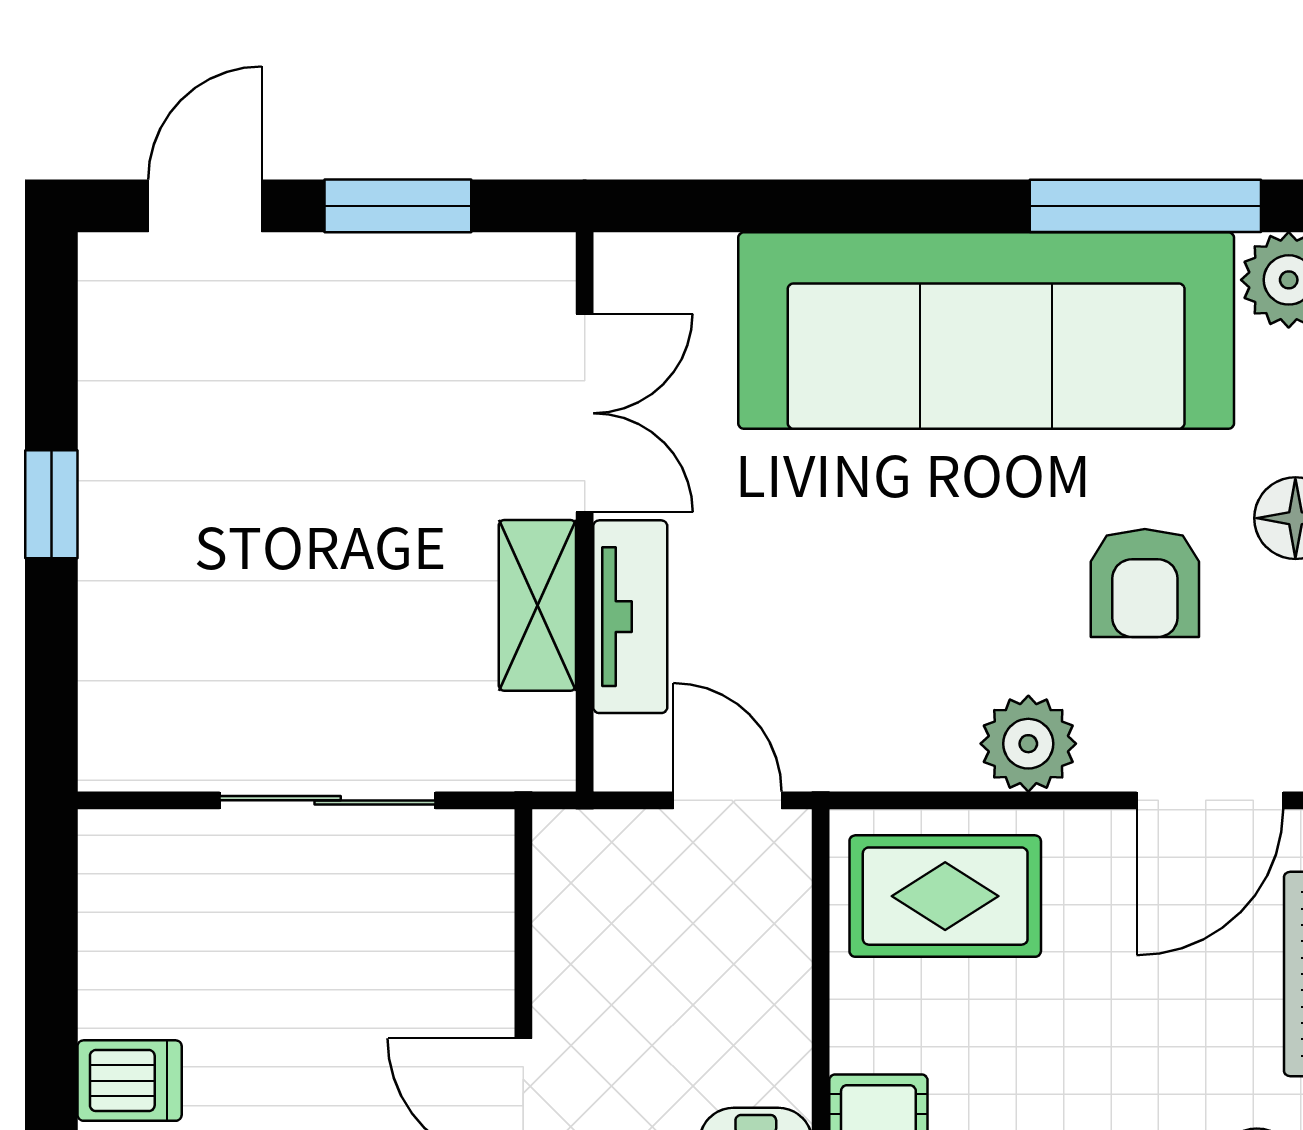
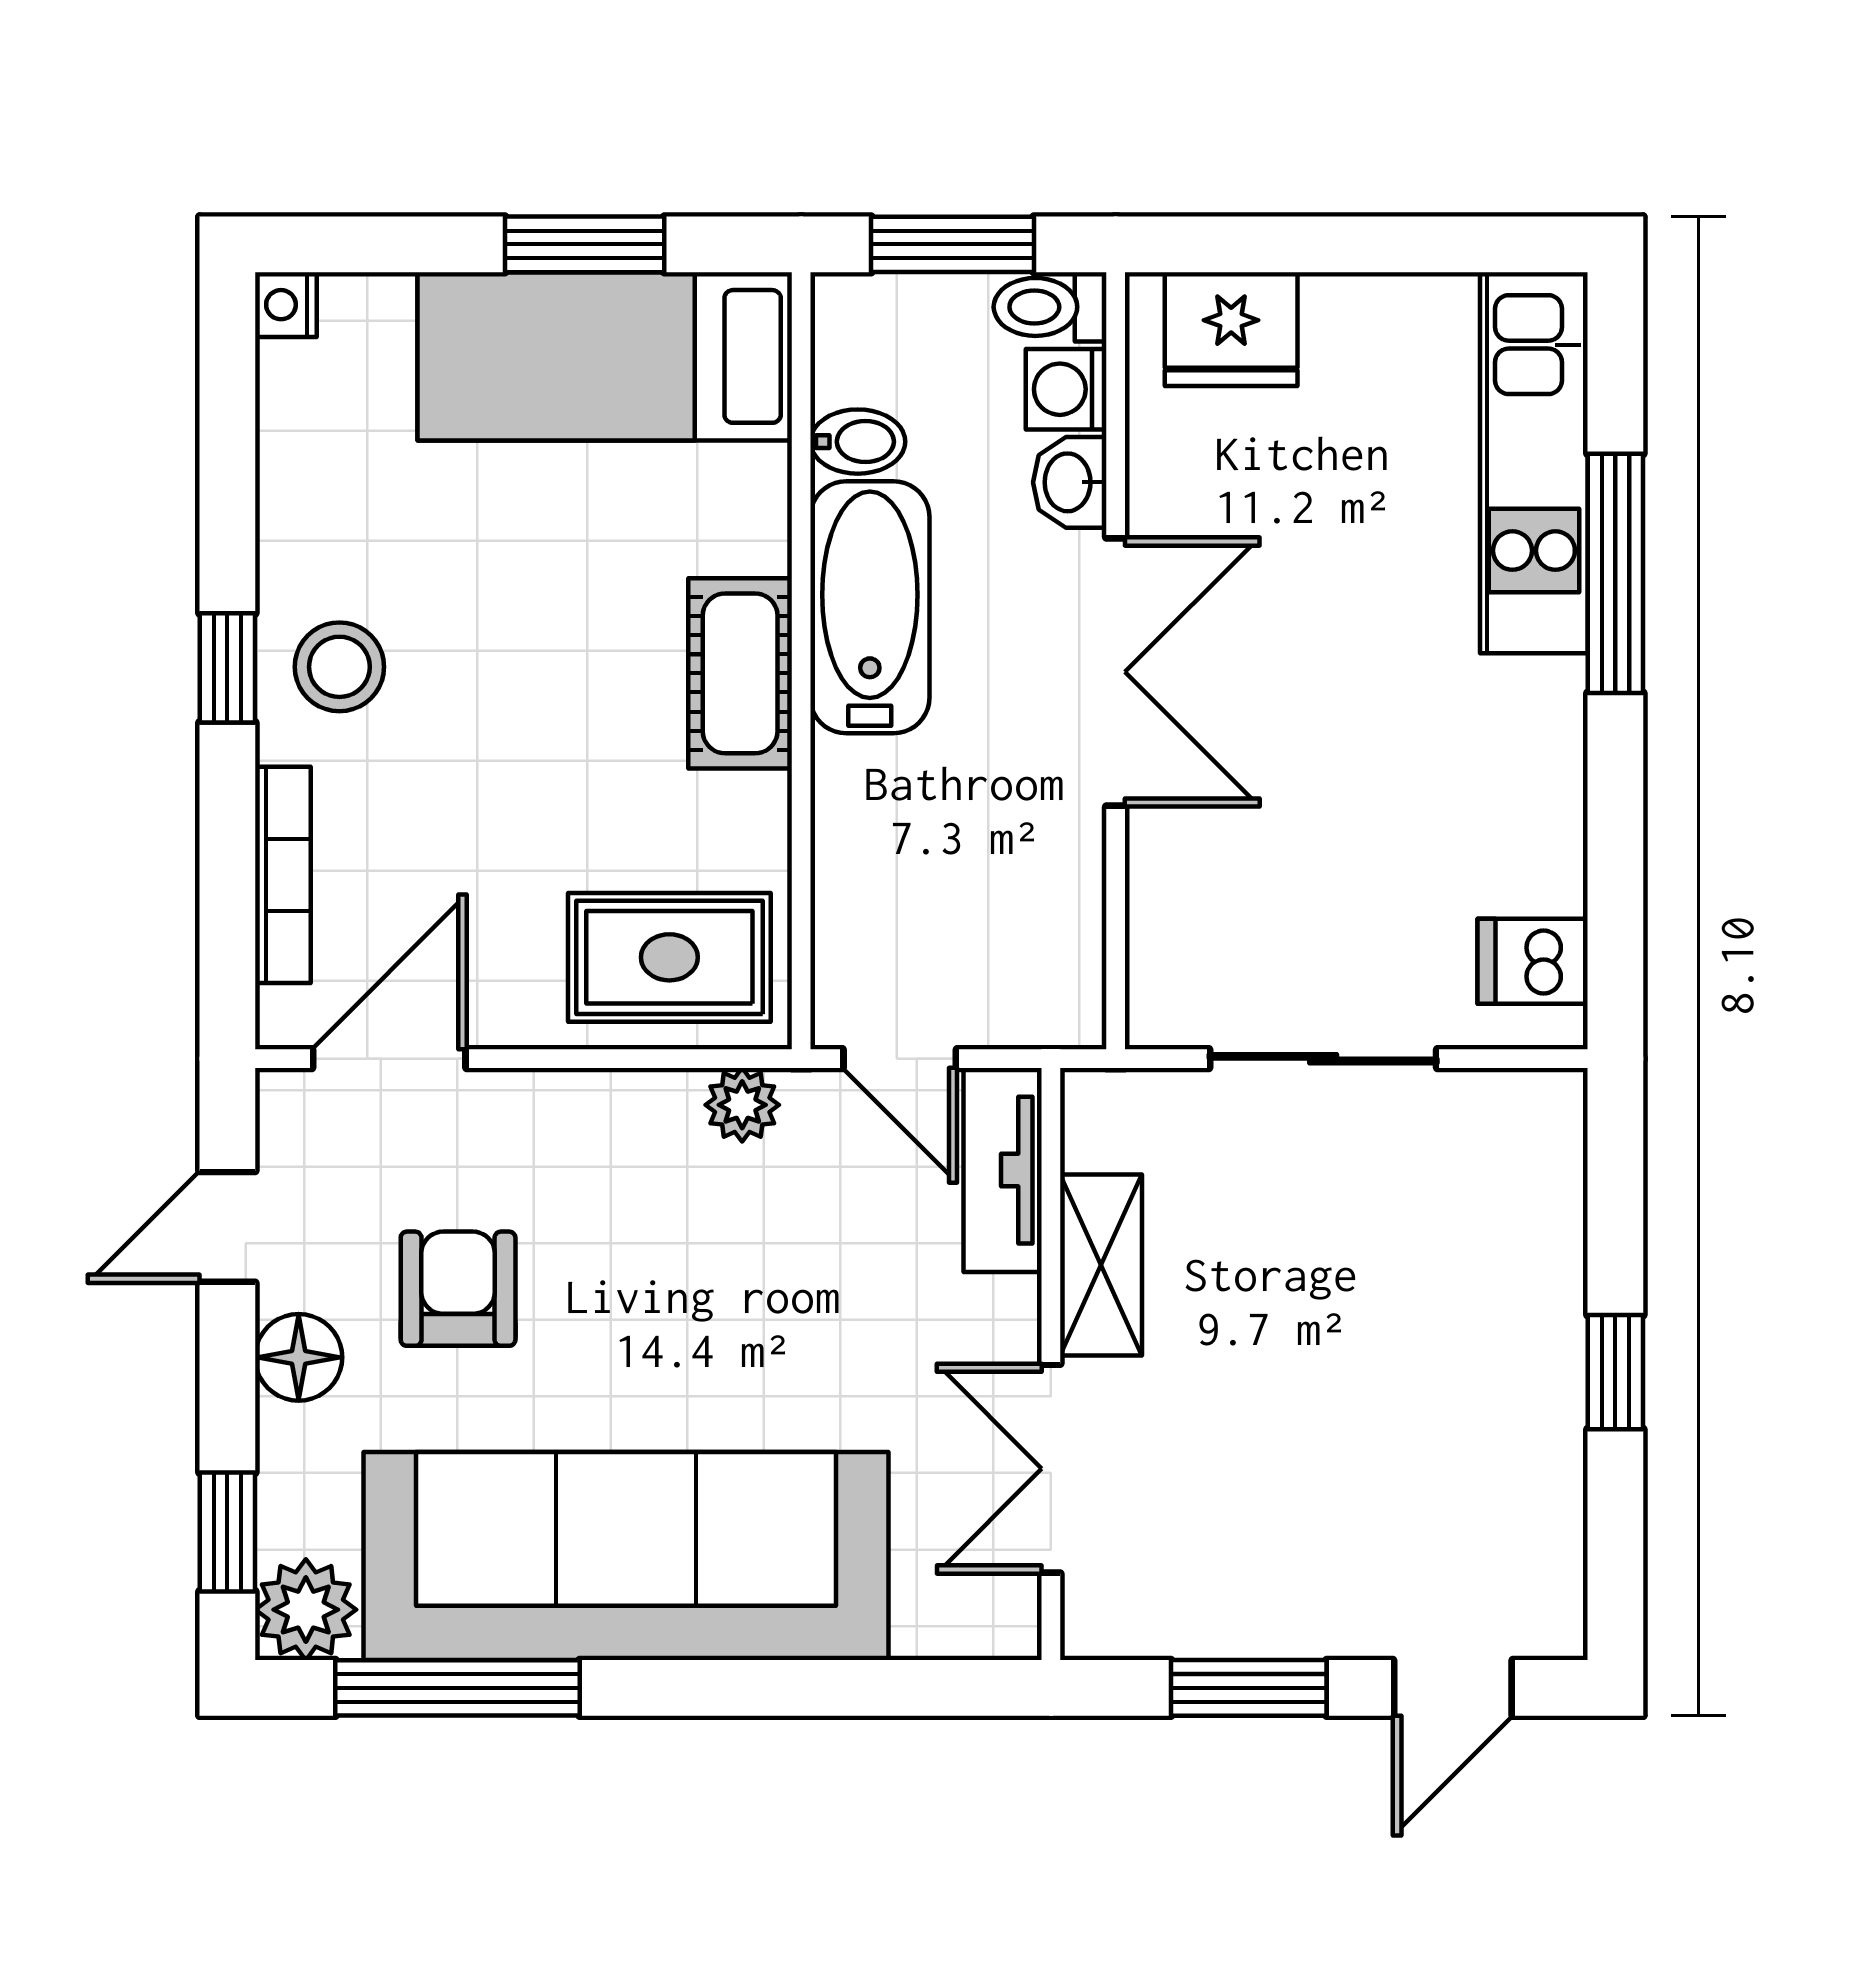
tv unit: (630, 617) -> (1003, 1170), moved
plant: (1028, 744) -> (742, 1105), moved, width x0.73, depth x0.73
dishwasher: (130, 1081) -> (1533, 961), moved

